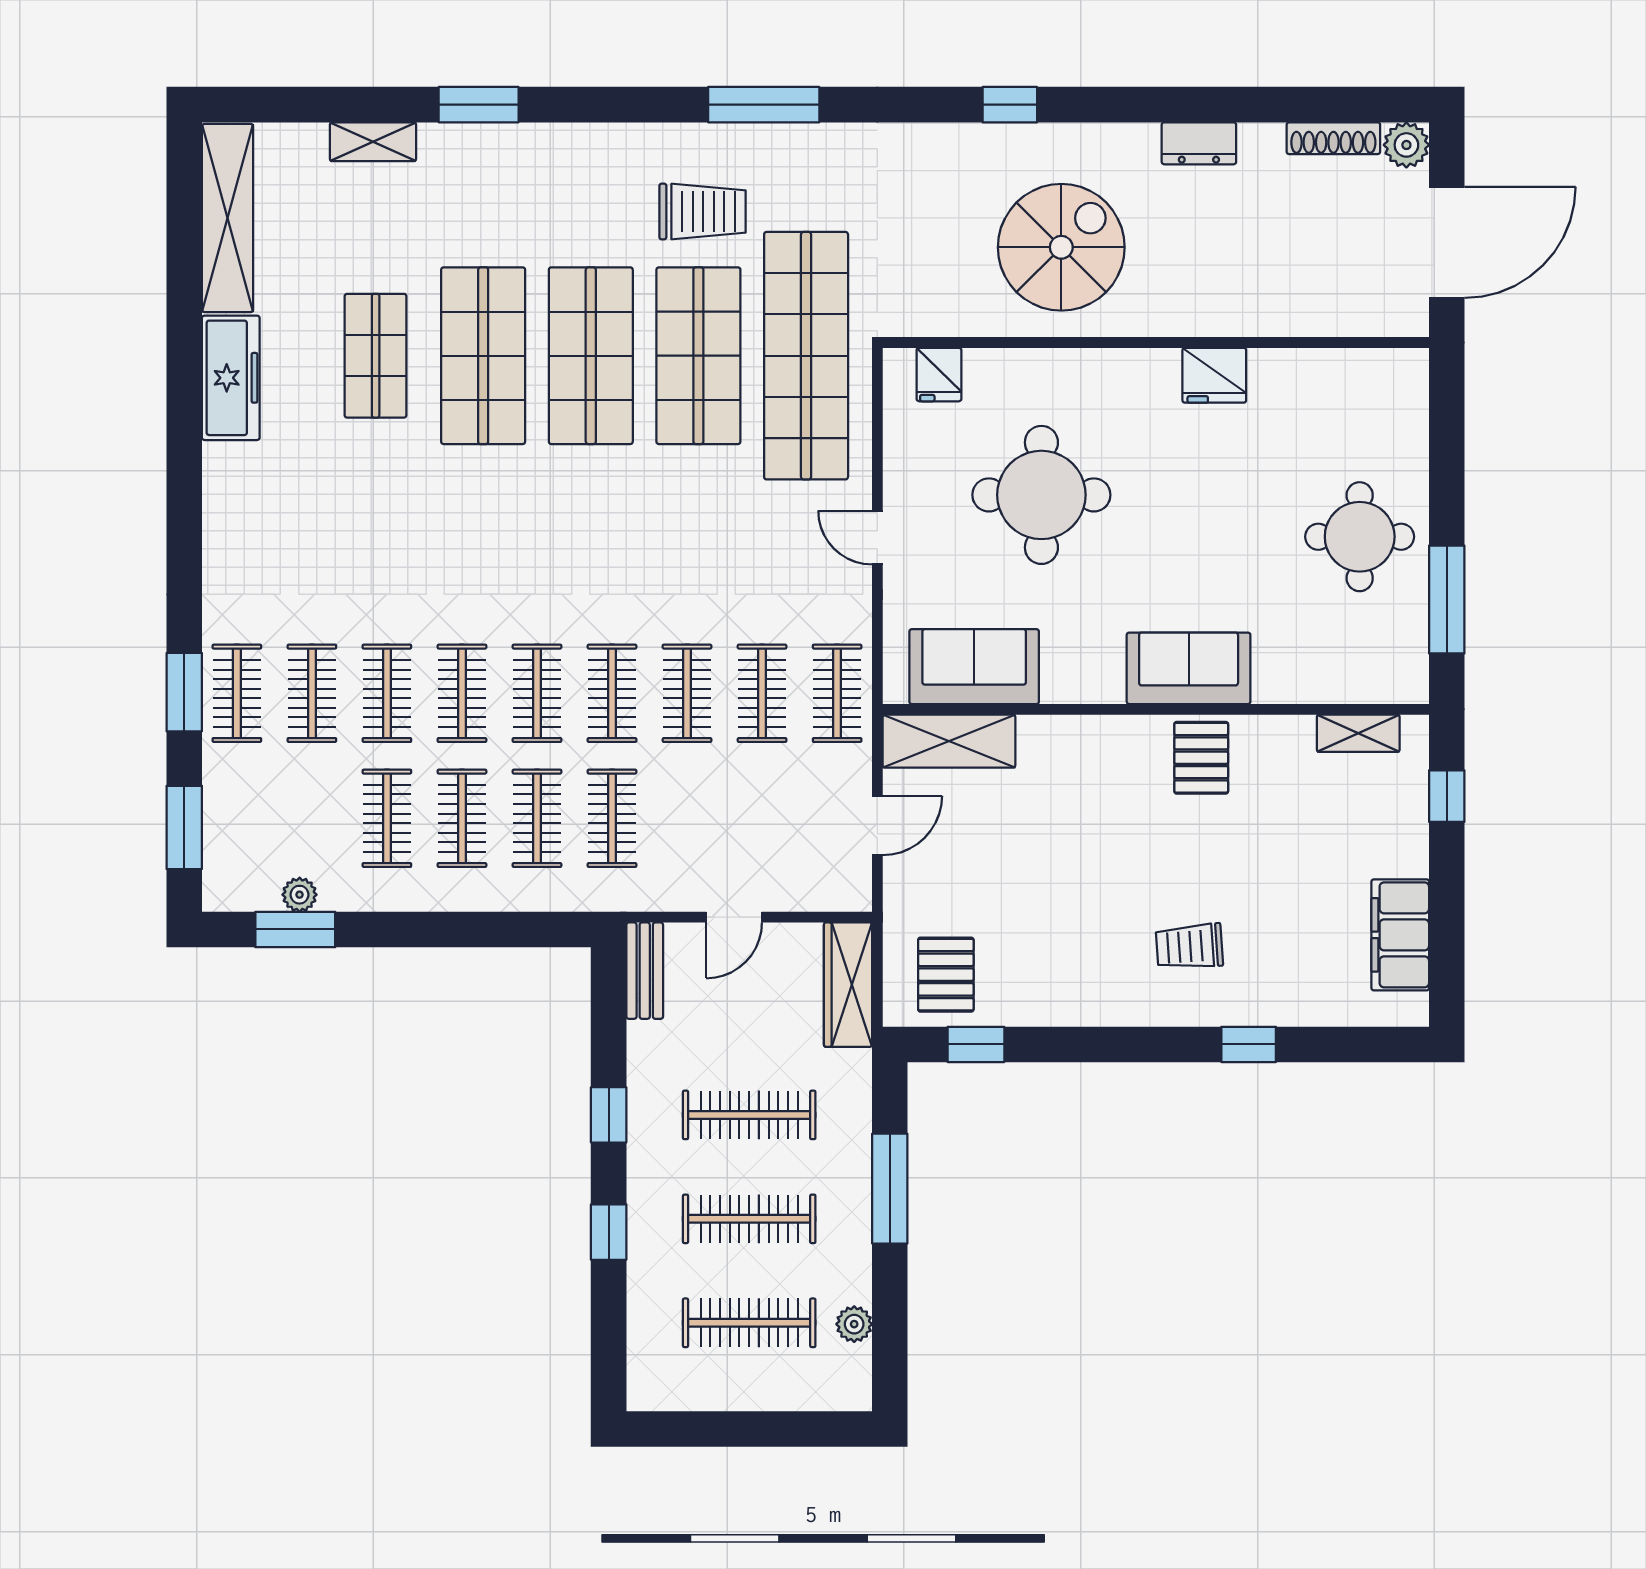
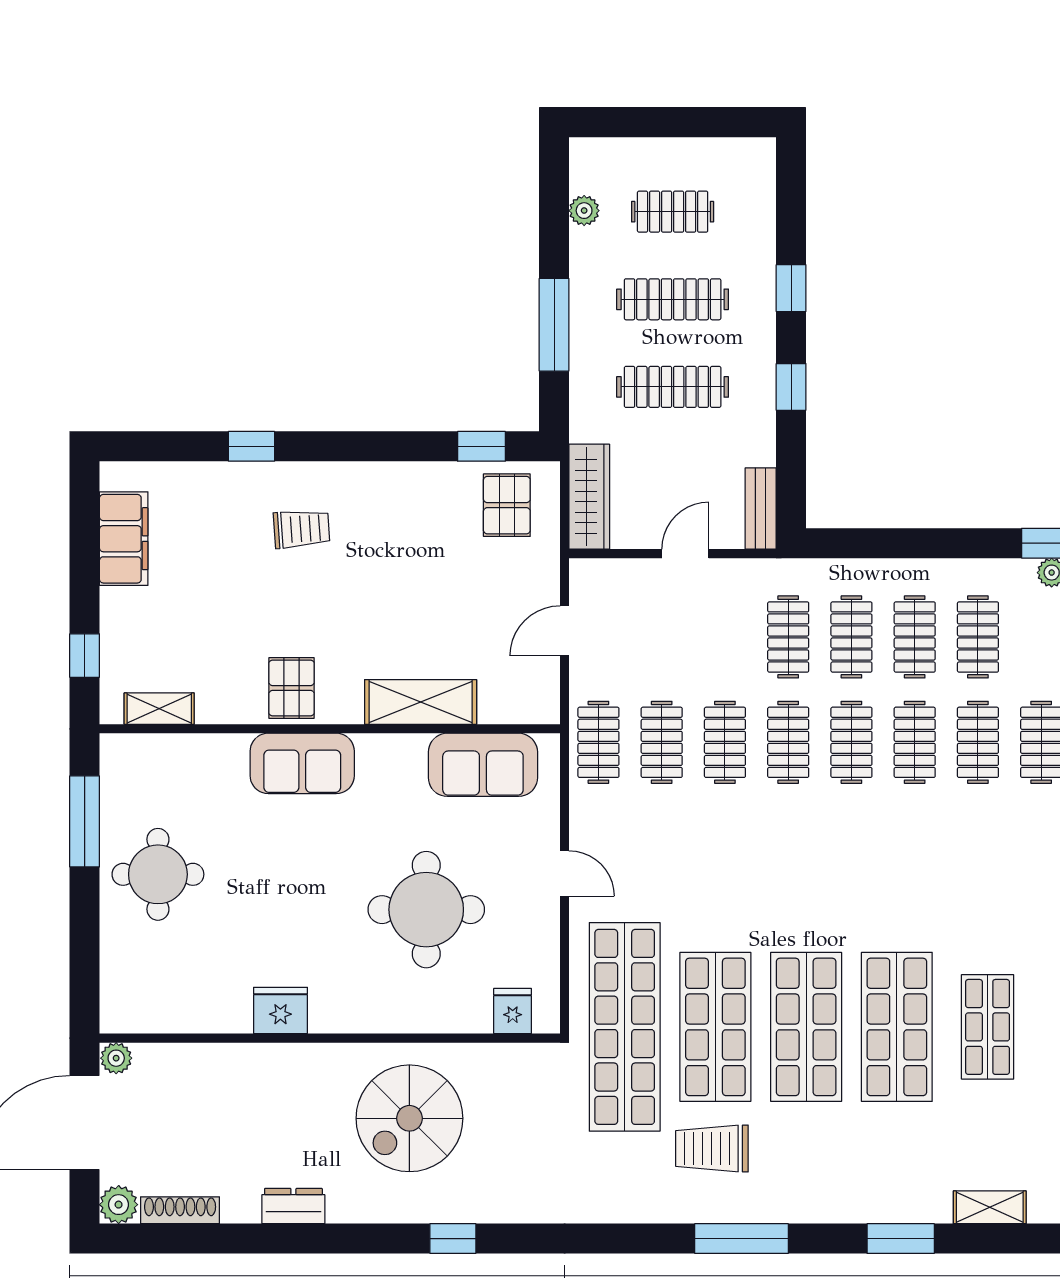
window: (764, 105) -> (741, 1239), moved
plant: (1409, 319) -> (116, 1058), added
shelving: (949, 741) -> (421, 702), moved
clothes rail: (749, 1323) -> (673, 212), width x0.73

